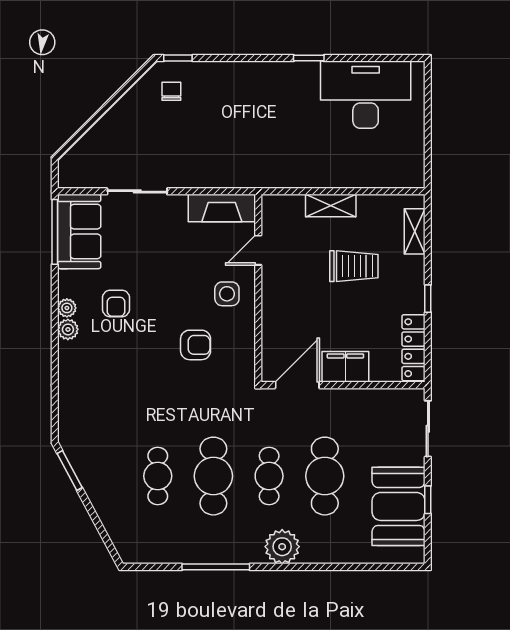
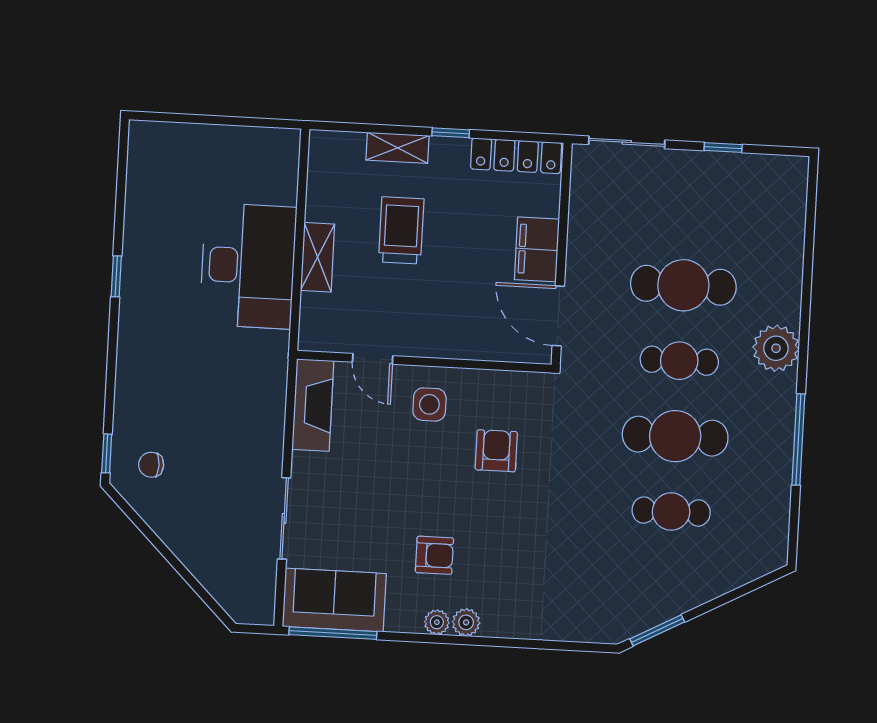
desk: (366, 95) -> (248, 266), moved, turned 180
shelving: (415, 231) -> (398, 148), moved
booth: (399, 506) -> (730, 188), removed

